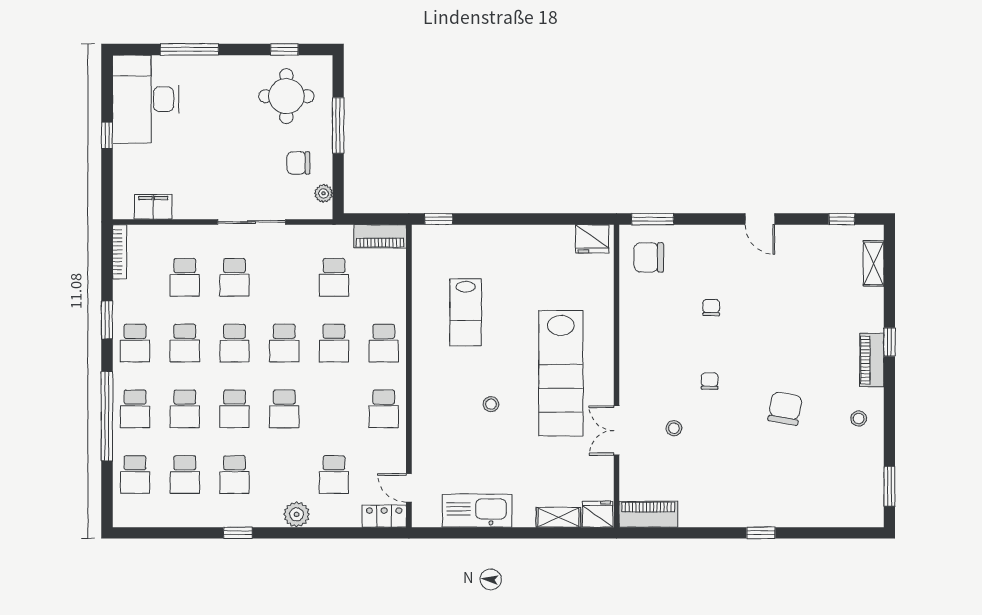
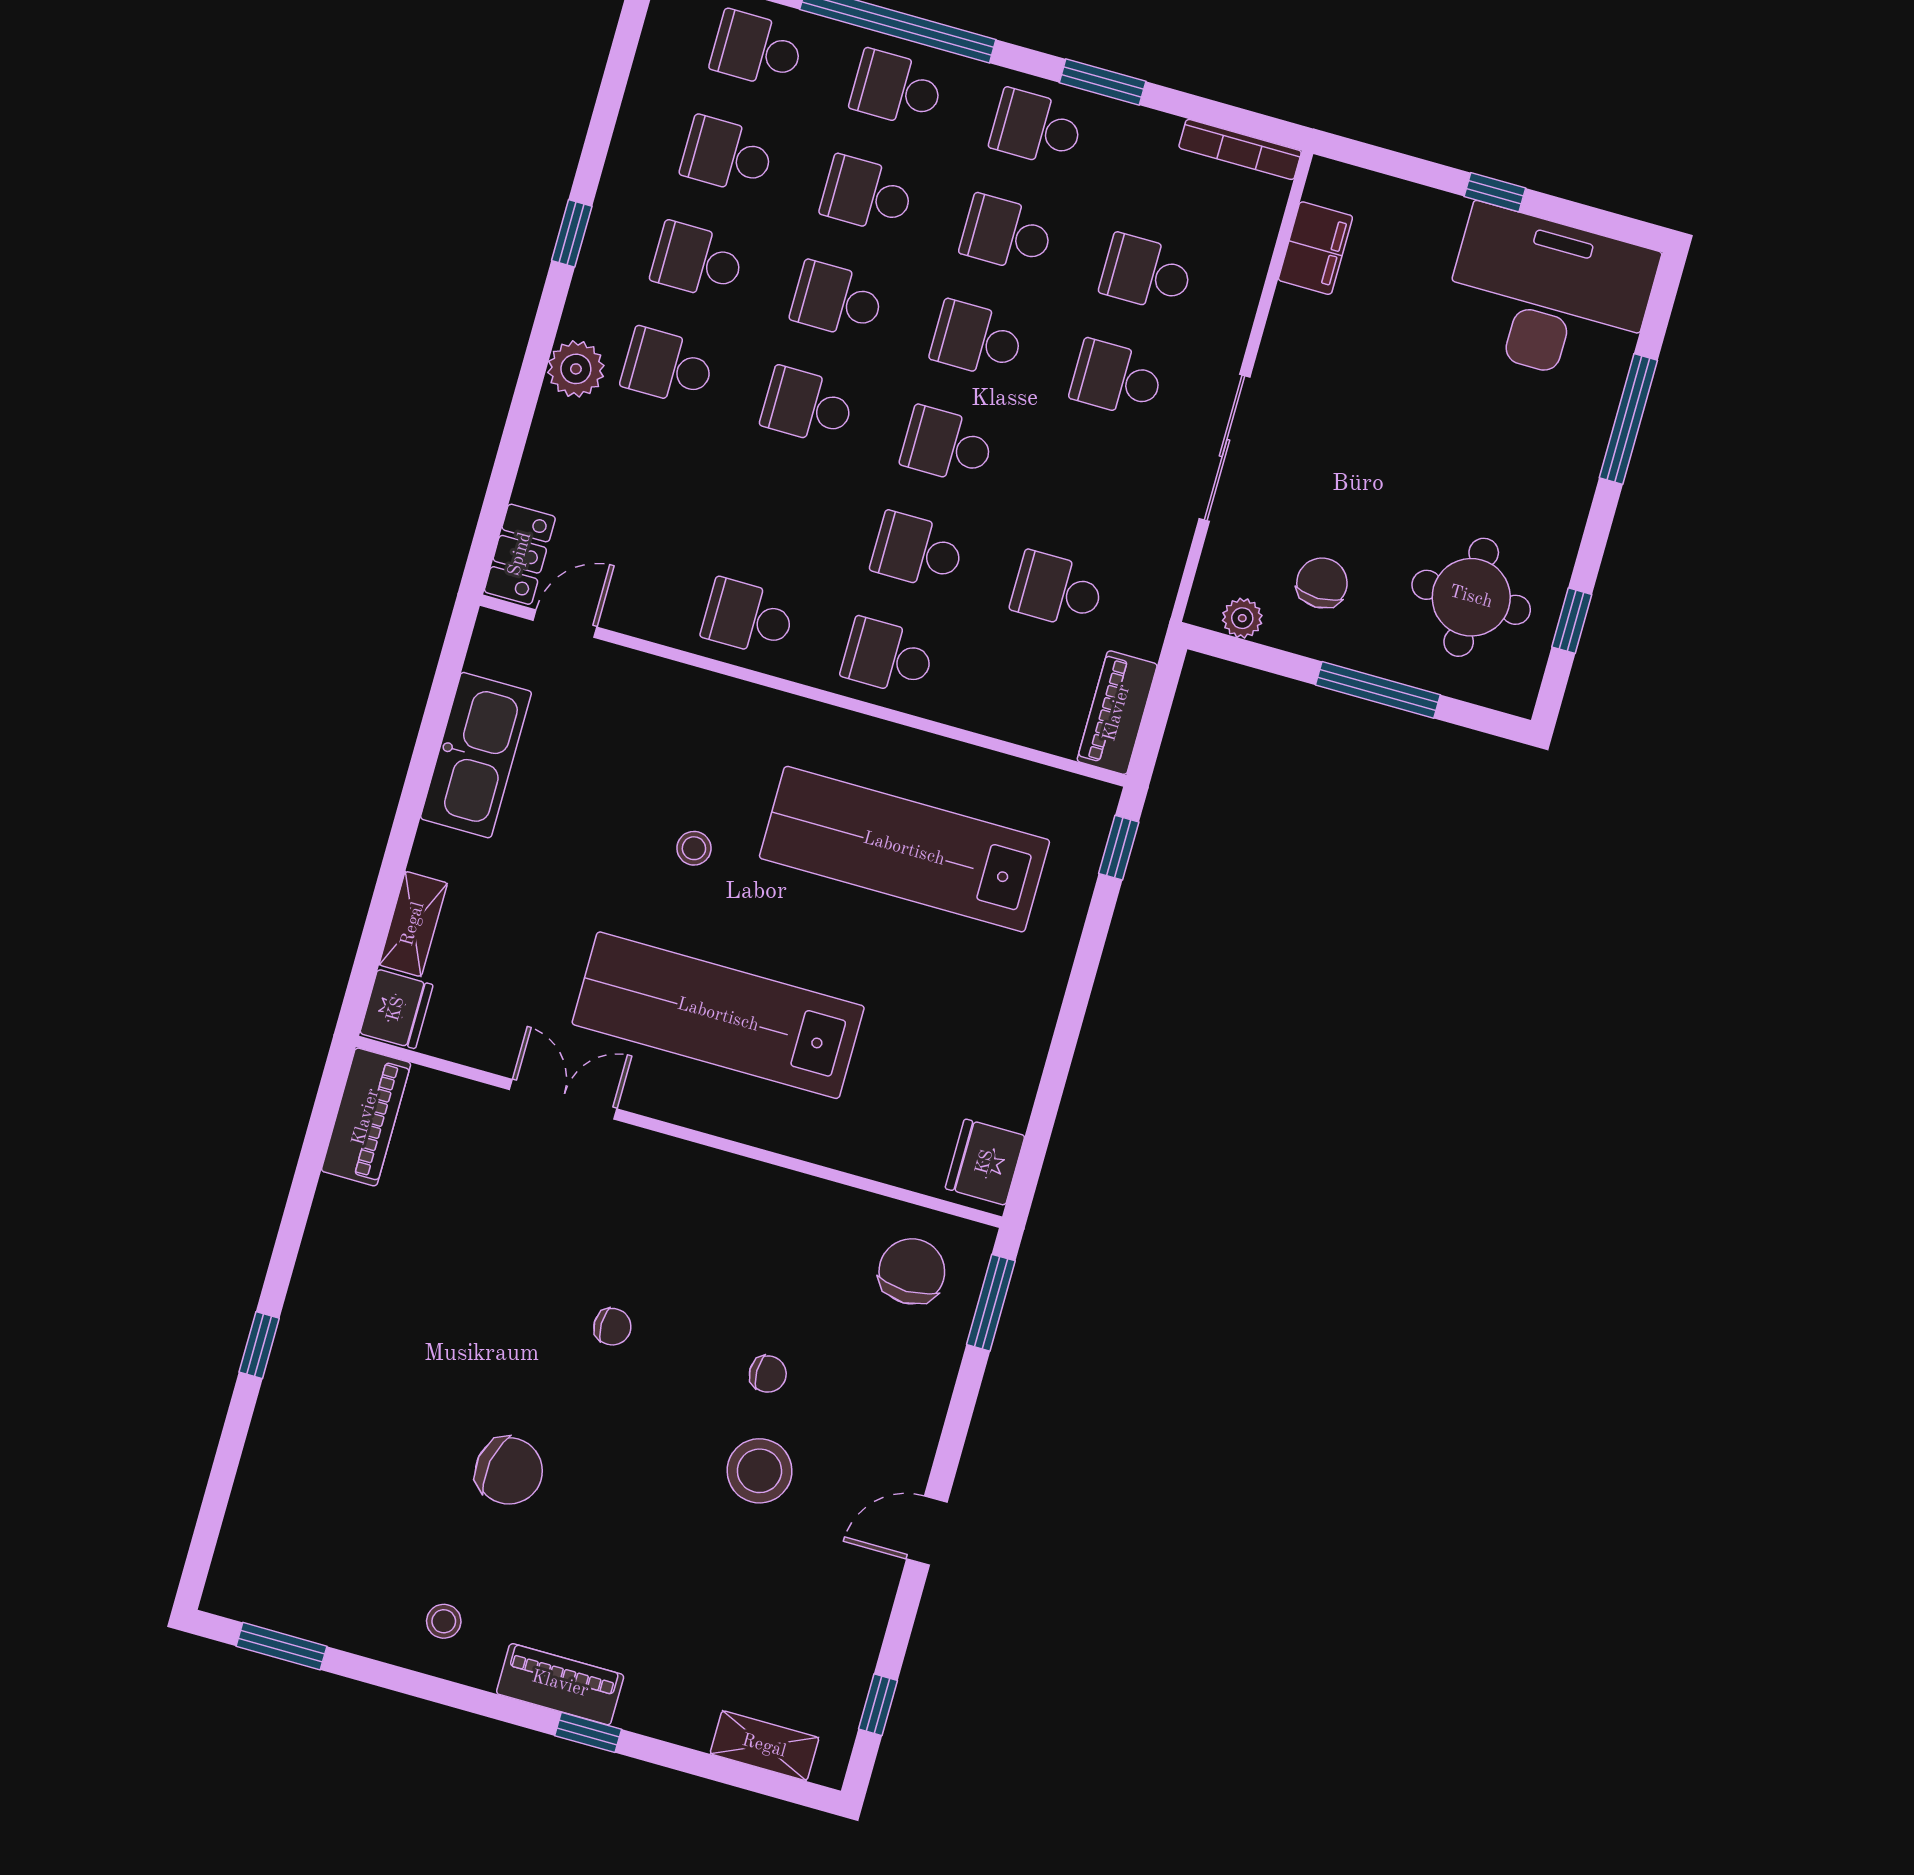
lab bench: (466, 312) -> (904, 849), width x1.86, depth x1.39
stool: (674, 428) -> (759, 1471), moved, width x1.89, depth x1.89
school desk: (334, 475) -> (668, 367), moved

